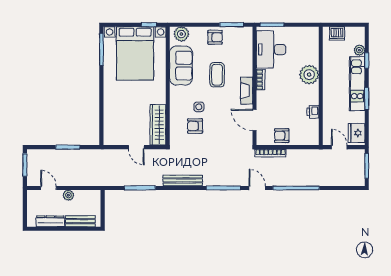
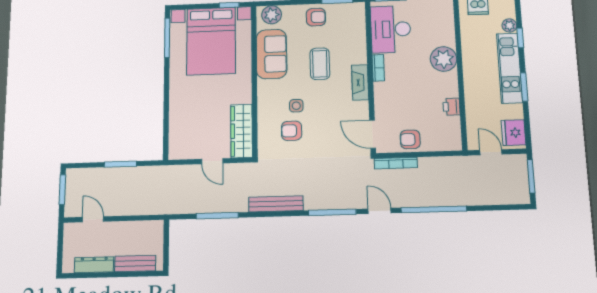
door: (254, 120) -> (373, 134), moved
plant: (68, 195) -> (120, 228), removed

